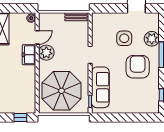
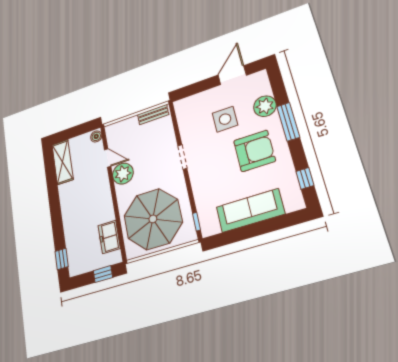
door: (37, 37) -> (108, 158), hinge flipped
freezer: (29, 55) -> (109, 237), moved
armchair: (138, 67) -> (254, 151), turned 90
sofa: (100, 87) -> (250, 210), moved, turned -90

